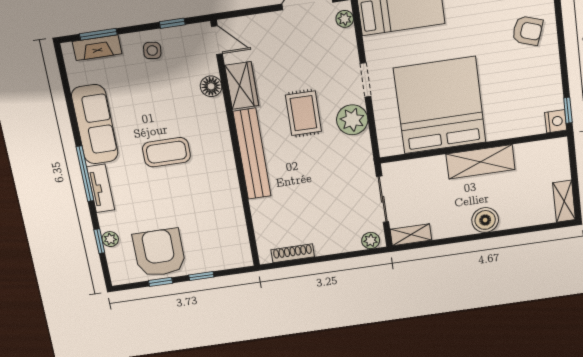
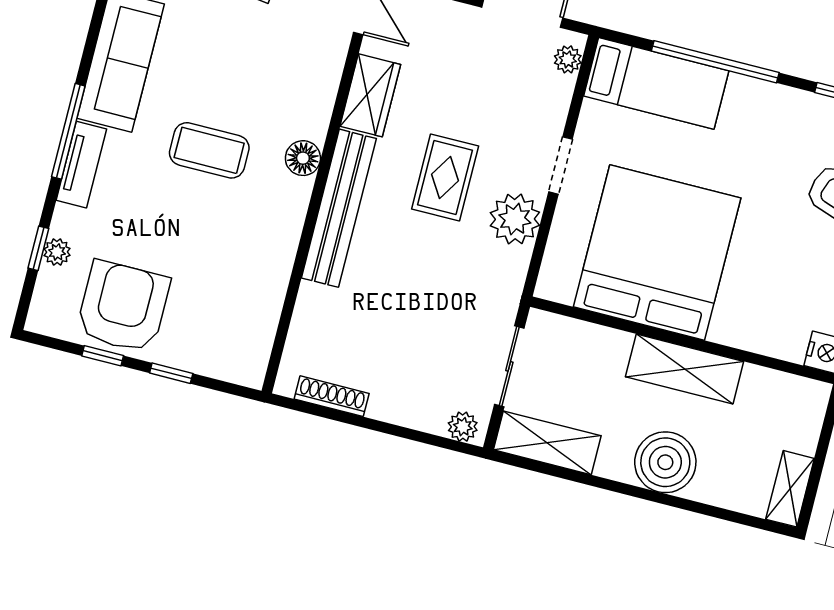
floor lamp: (211, 86) -> (303, 158), moved
boiler: (485, 220) -> (665, 462), width x1.37, depth x1.37
shelving: (411, 235) -> (547, 443), width x1.50, depth x1.33

